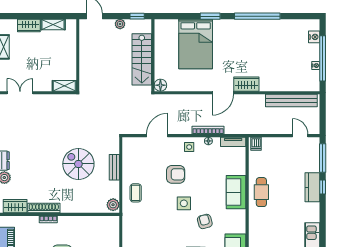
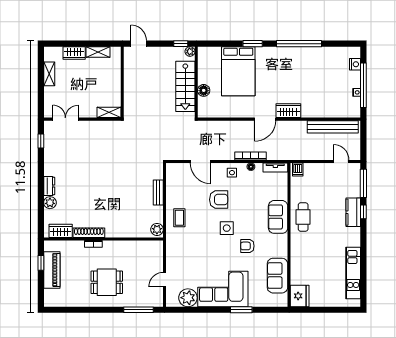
plant: (120, 24) -> (190, 51), moved
floor lamp: (160, 85) -> (204, 90), moved
door: (157, 136) -> (200, 161), swing flipped
spiral stairs: (78, 164) -> (123, 189), removed
armchair: (205, 221) -> (247, 246), turned -75

